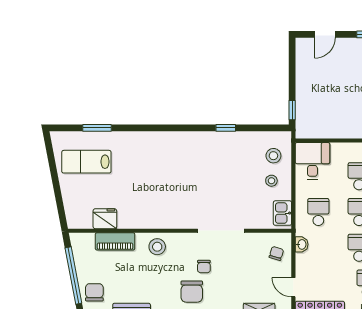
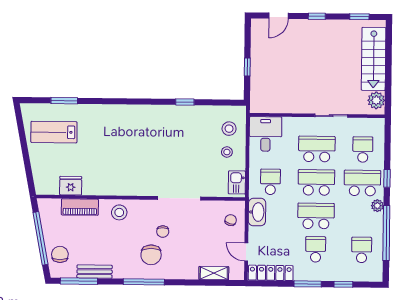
window: (292, 110) -> (247, 67), moved
washbasin: (302, 244) -> (257, 212), width x1.91, depth x1.45

